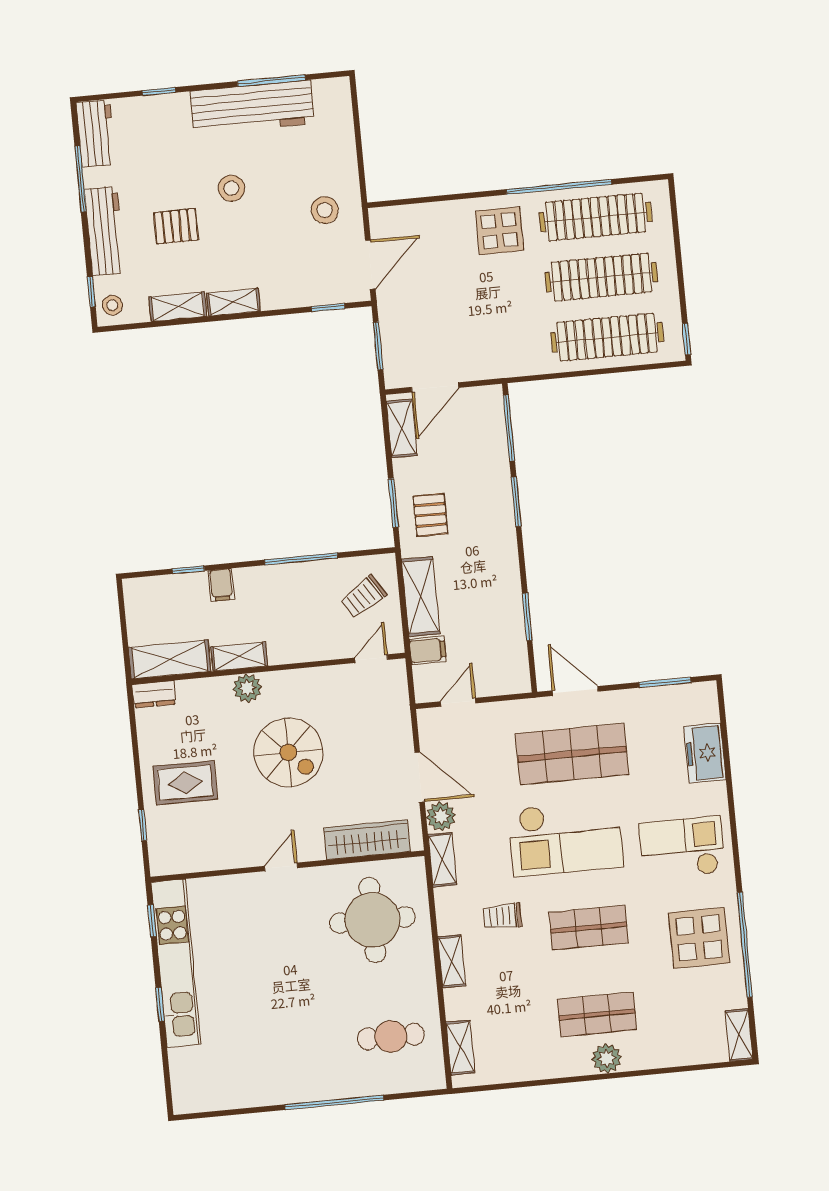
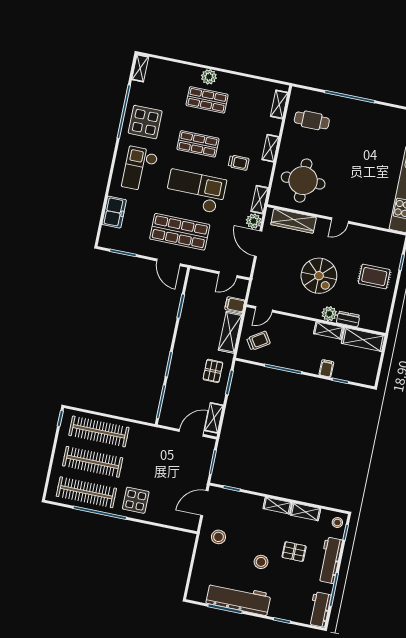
dresser: (154, 694) -> (348, 319), moved
spiral stairs: (288, 752) -> (319, 276), turned 180
checkout: (682, 848) -> (140, 169), turned 90

